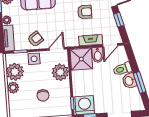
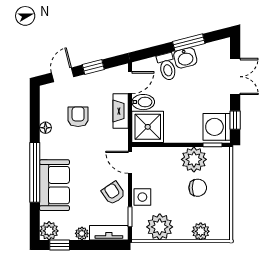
door: (110, 45) -> (130, 83), hinge flipped
plant: (60, 72) -> (194, 159), moved
plant: (13, 88) -> (201, 231), moved

